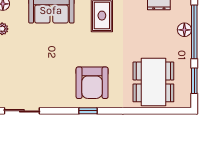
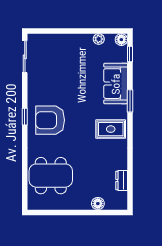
window: (194, 32) -> (96, 212), removed
window: (194, 81) -> (52, 212), removed

